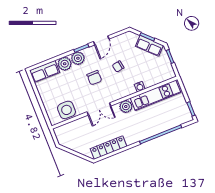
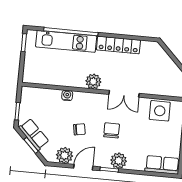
plant: (65, 64) -> (64, 155), moved
kitchen unit: (155, 95) -> (66, 41), moved, turned 180
double door: (99, 109) -> (124, 94), swing flipped
locker: (109, 147) -> (118, 45), moved

